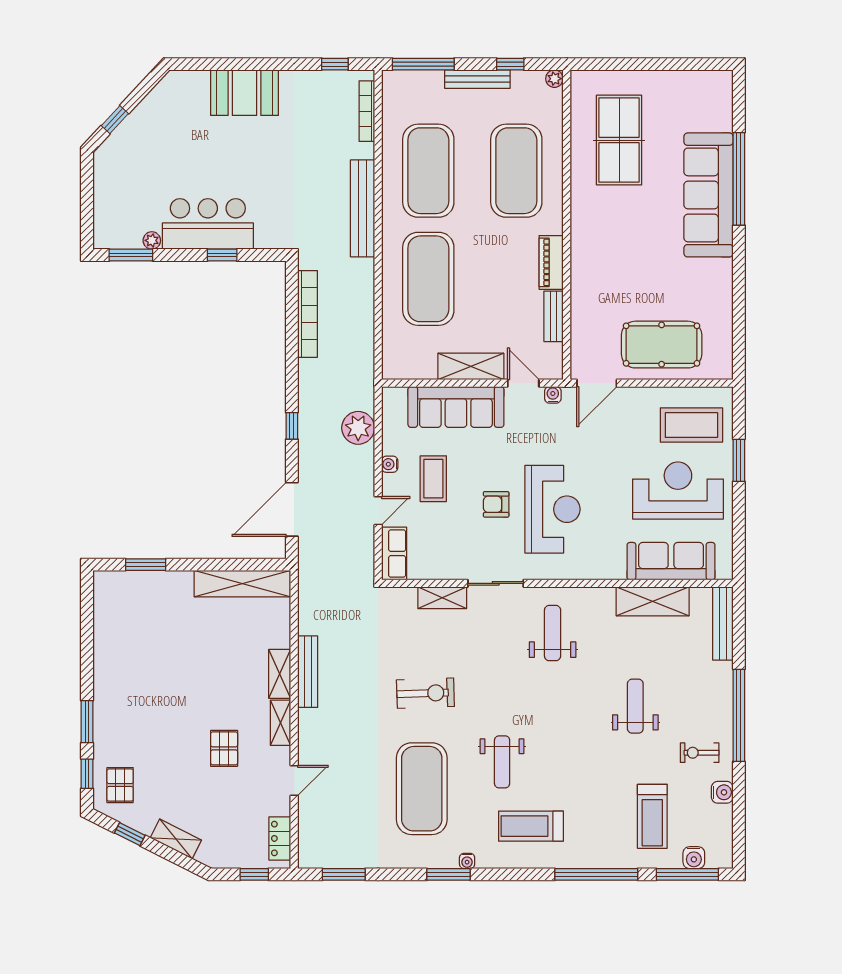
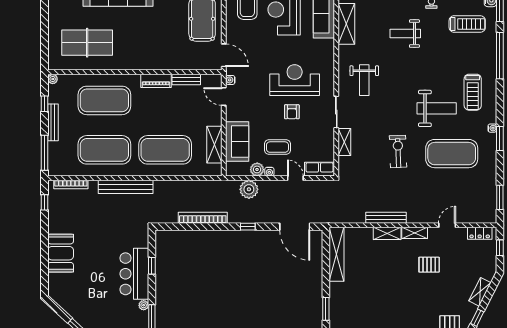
bookcase: (308, 314) -> (203, 218), moved
shelving: (471, 366) -> (214, 145), moved
door: (523, 383) -> (224, 96), hinge flipped
sofa: (456, 407) -> (237, 141), width x0.73
plant: (393, 442) -> (257, 169), added
weight bench: (553, 633) -> (364, 80), turned -90
weight bench: (502, 762) -> (437, 108), width x1.36, depth x1.33
door: (294, 781) -> (447, 225), hinge flipped

